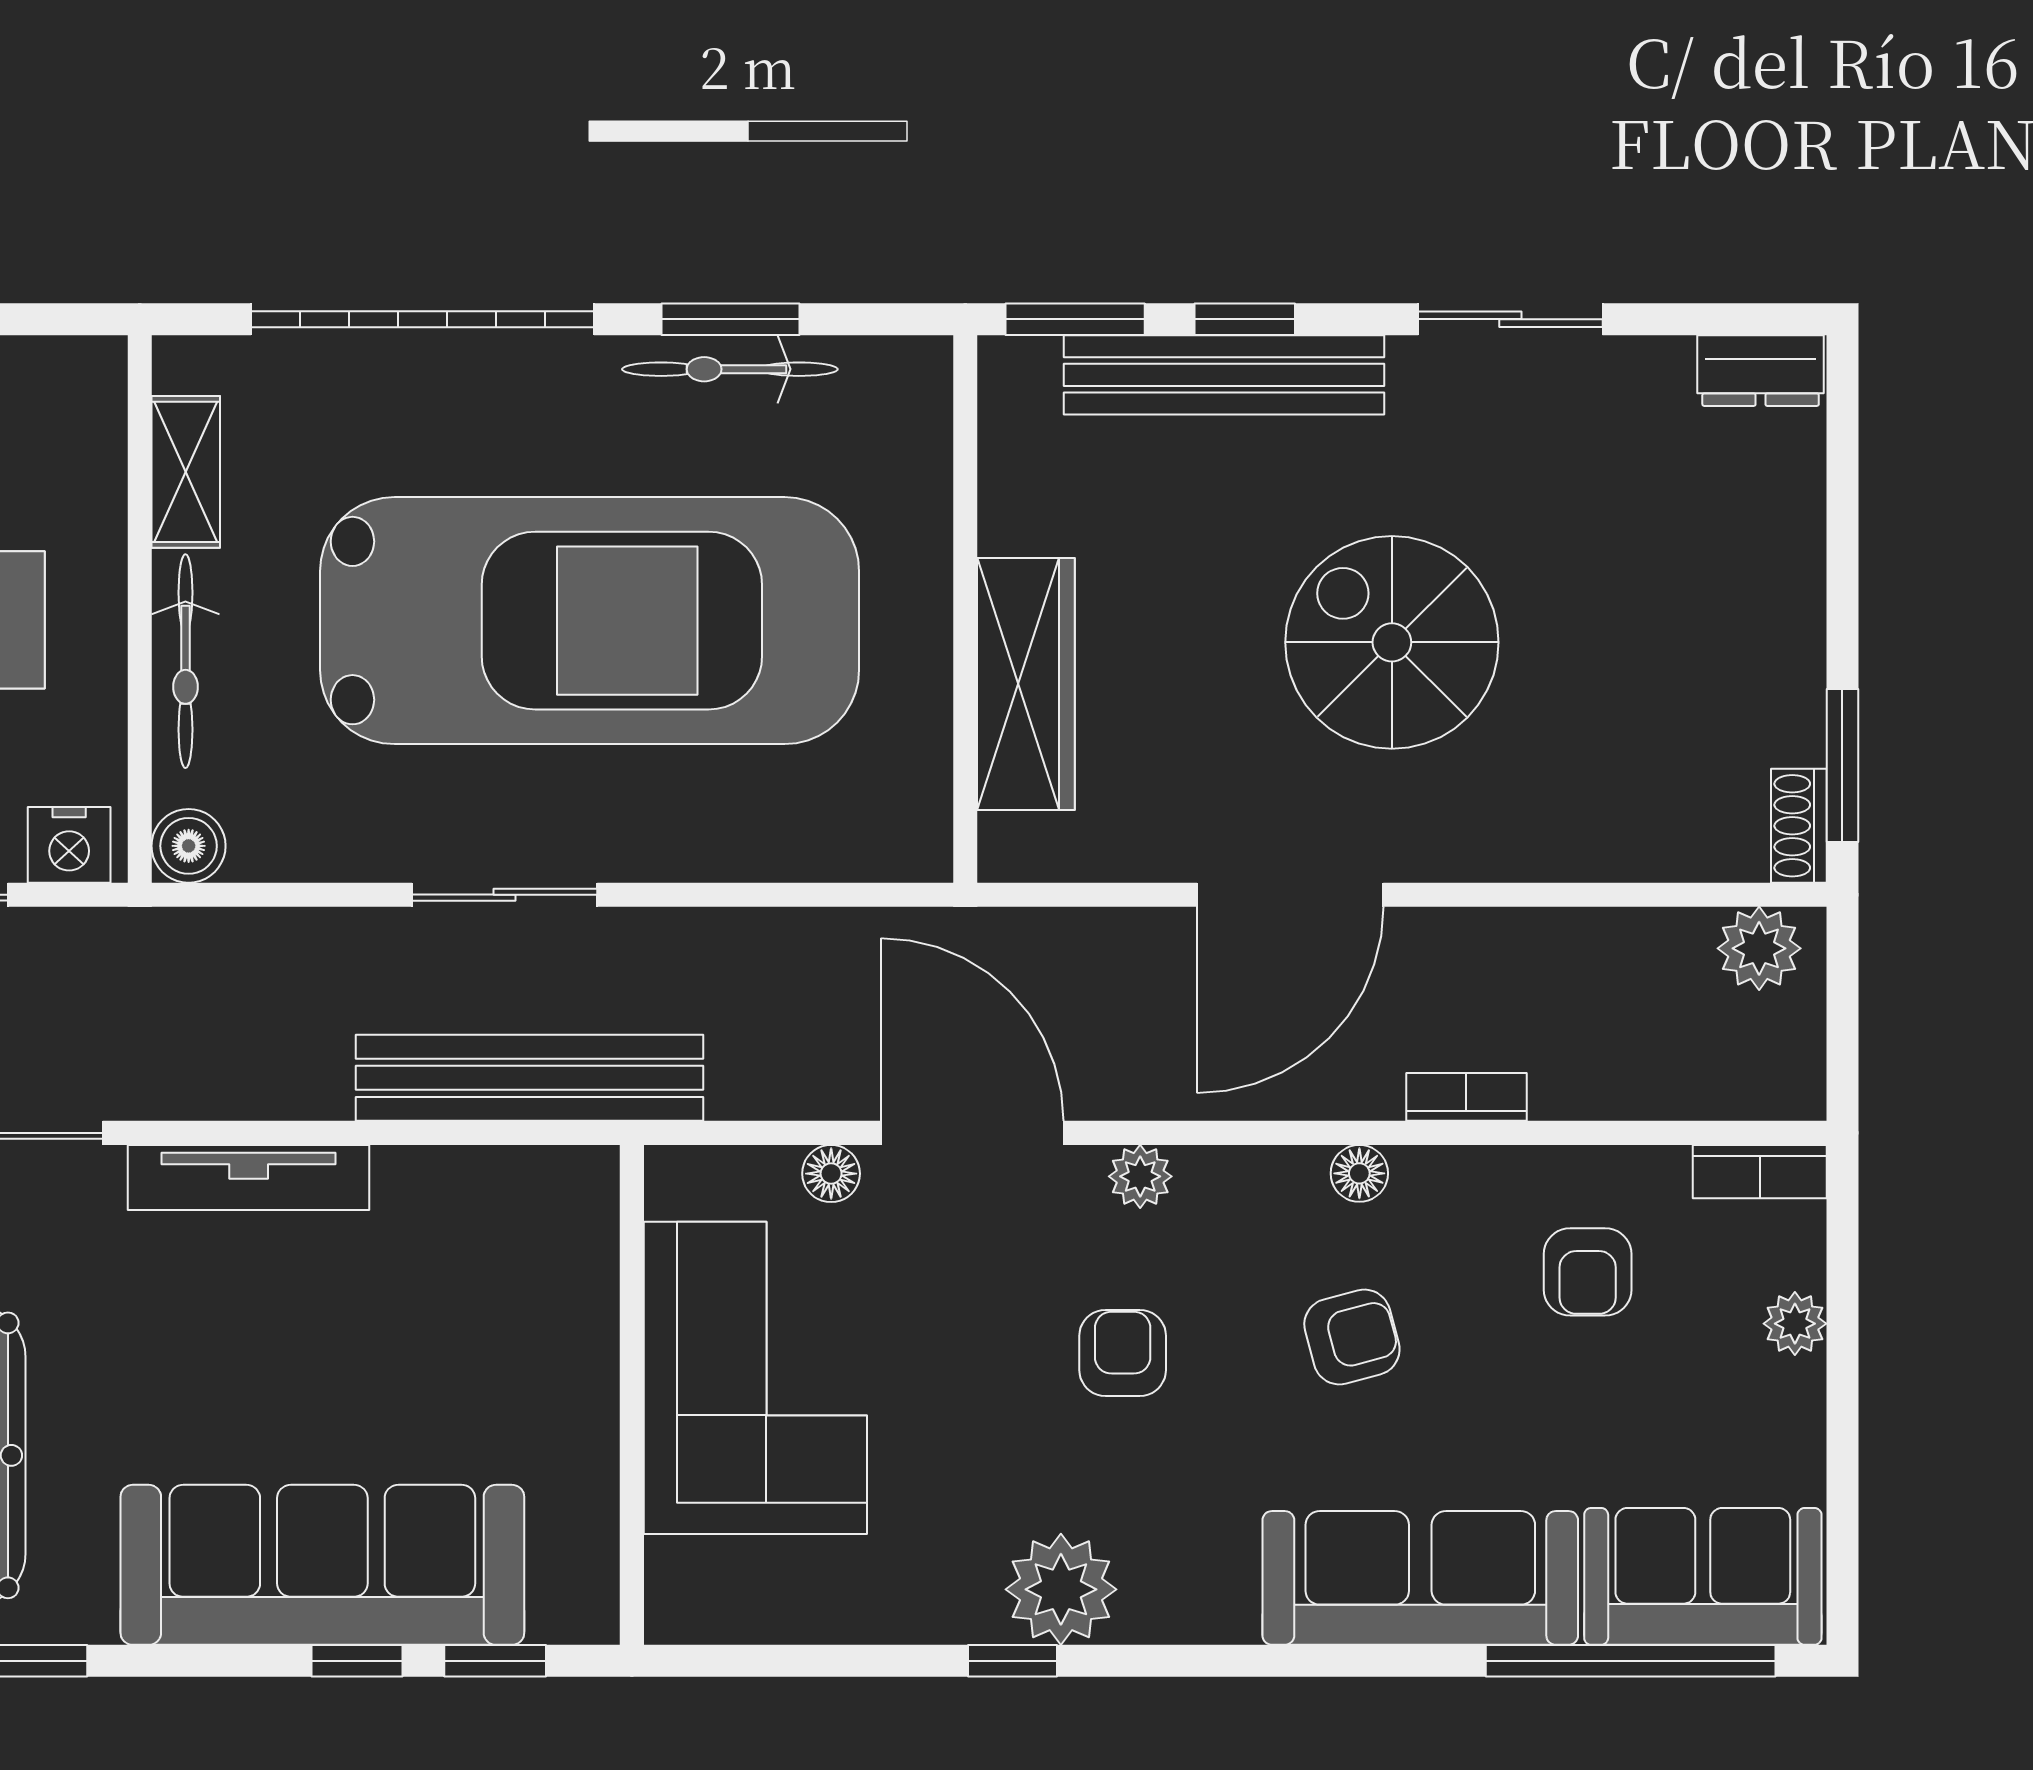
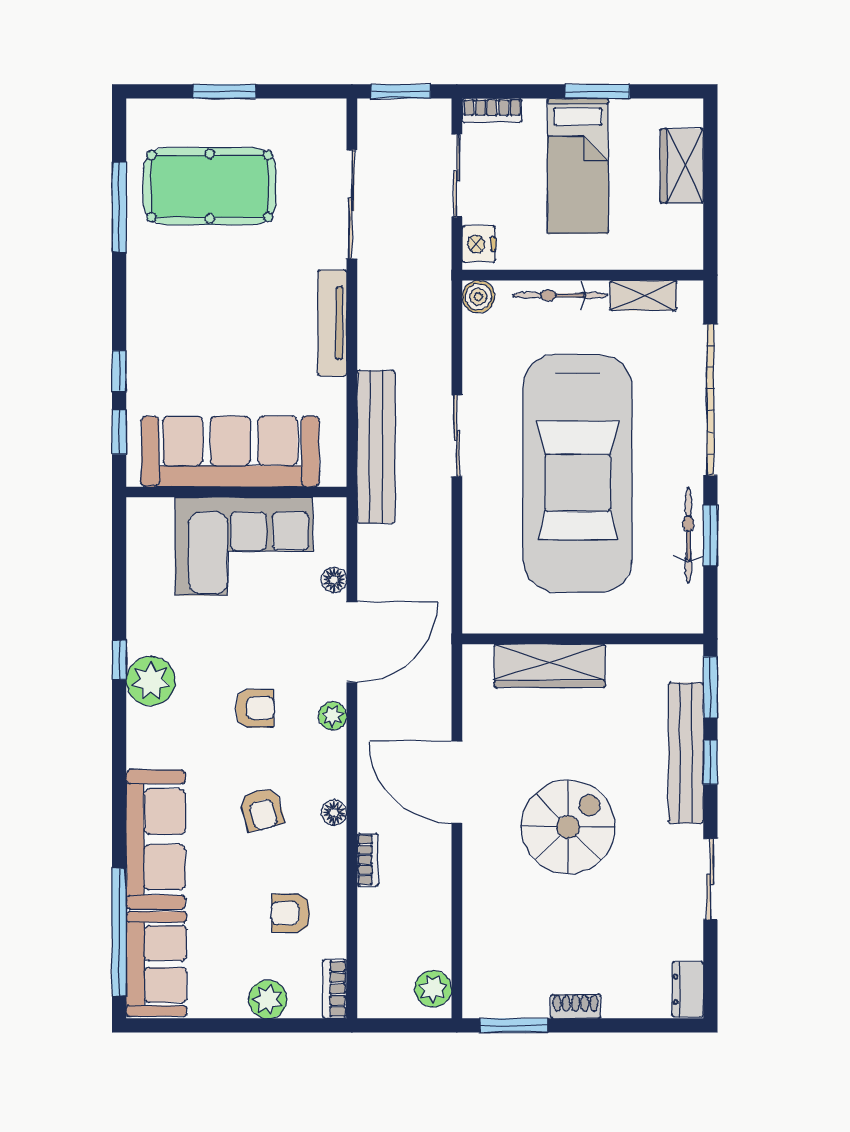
shoe rack: (1799, 826) -> (575, 1006), moved
plant: (1795, 1324) -> (268, 999), width x1.38, depth x1.38
sofa: (322, 1565) -> (230, 451), moved, turned -90

